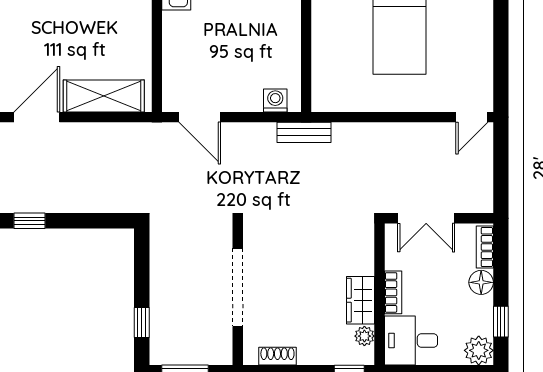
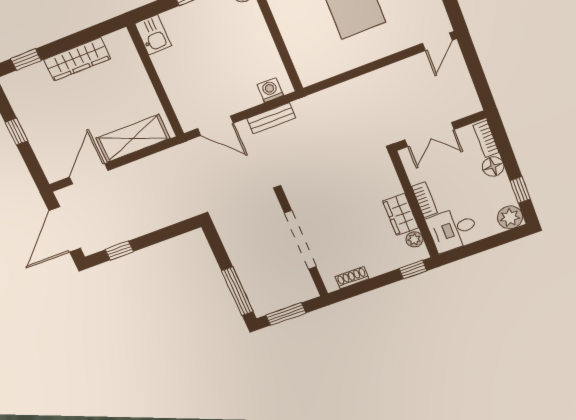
bench: (304, 132) -> (271, 118), moved
window: (142, 323) -> (237, 291), width x2.17

